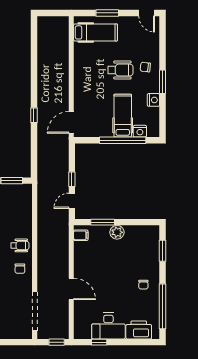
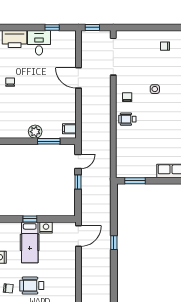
nightstand: (140, 131) -> (46, 228), moved
window: (123, 140) -> (30, 219), width x0.32
desk: (108, 326) -> (39, 43), width x0.73

